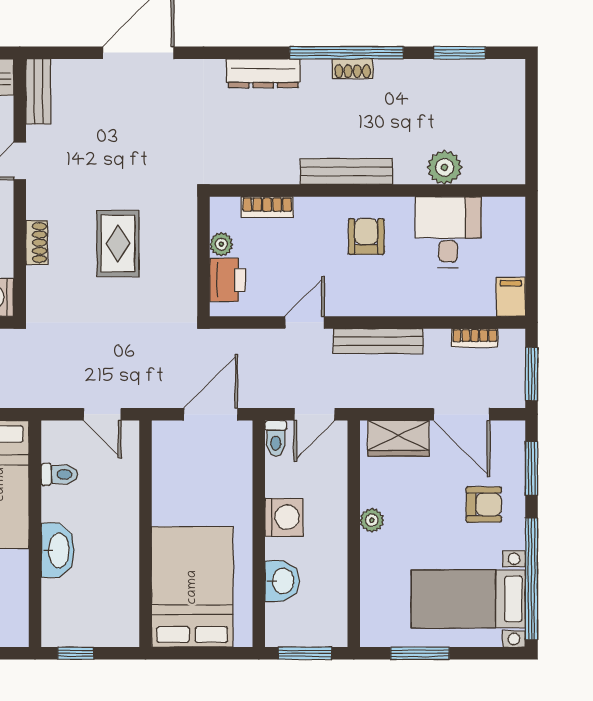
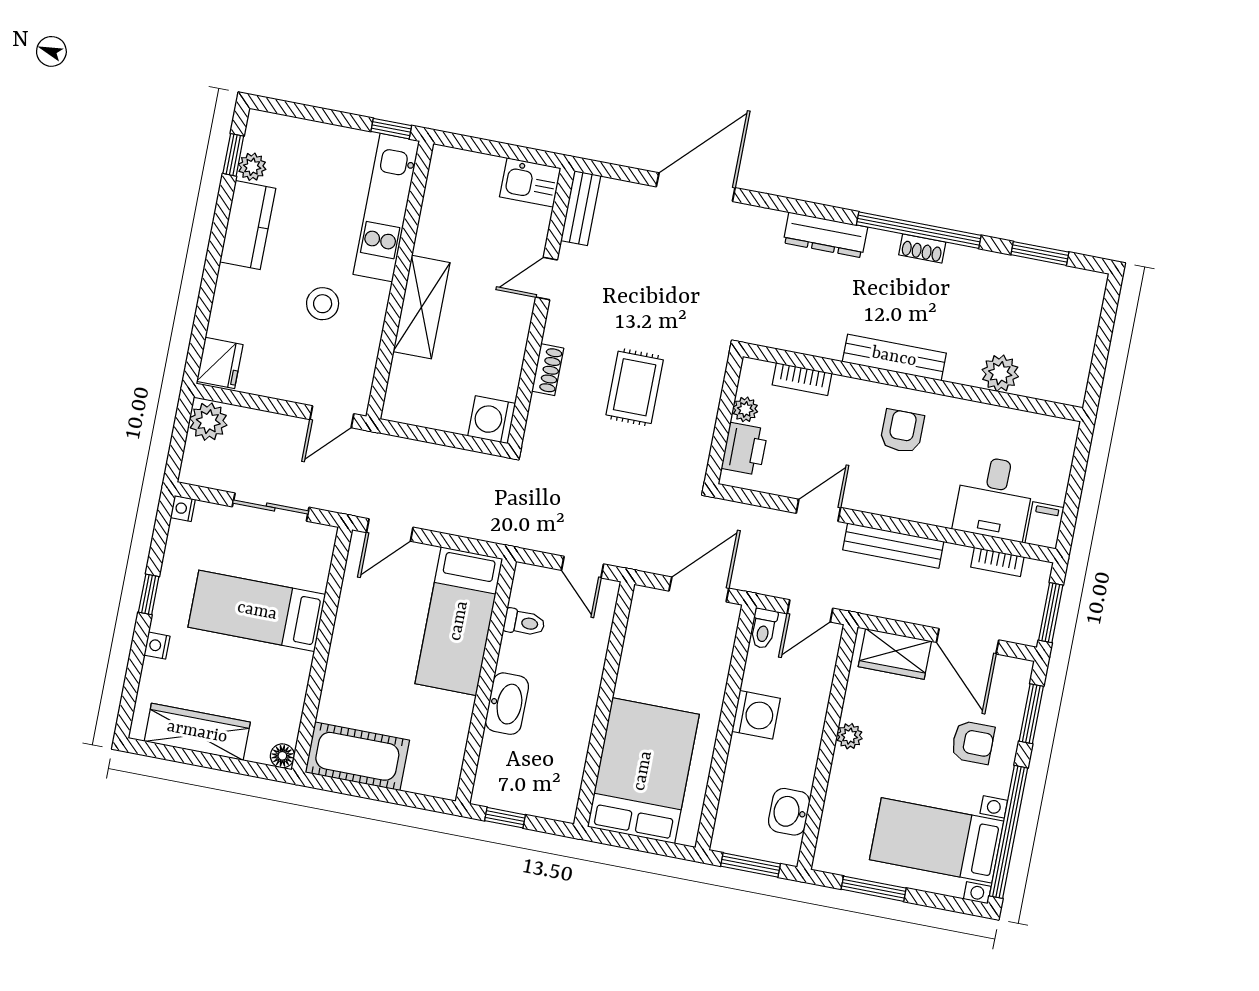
desk: (448, 232) -> (994, 498), moved, turned 180
washbasin: (282, 581) -> (789, 812), moved, turned 180

